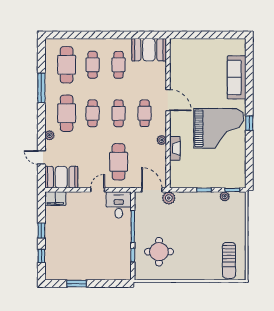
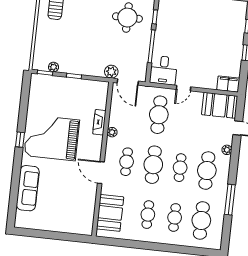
booth: (149, 50) -> (110, 213), moved, turned 90
cafe table: (119, 113) -> (153, 165), width x1.37, depth x1.35

